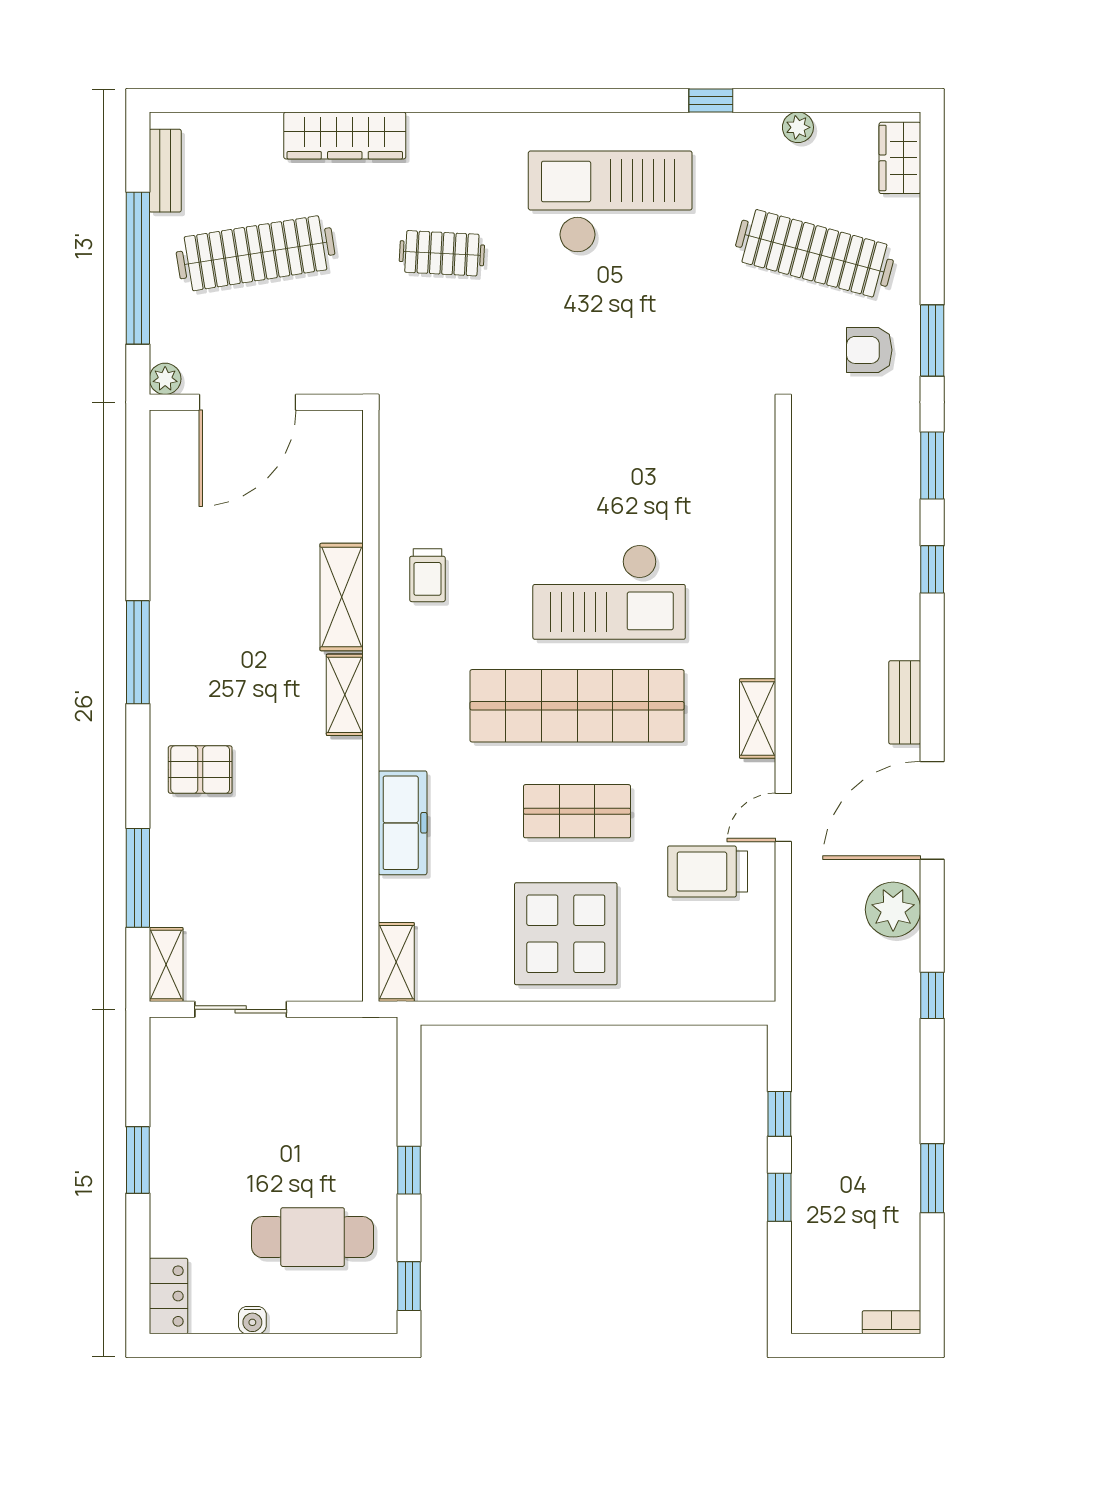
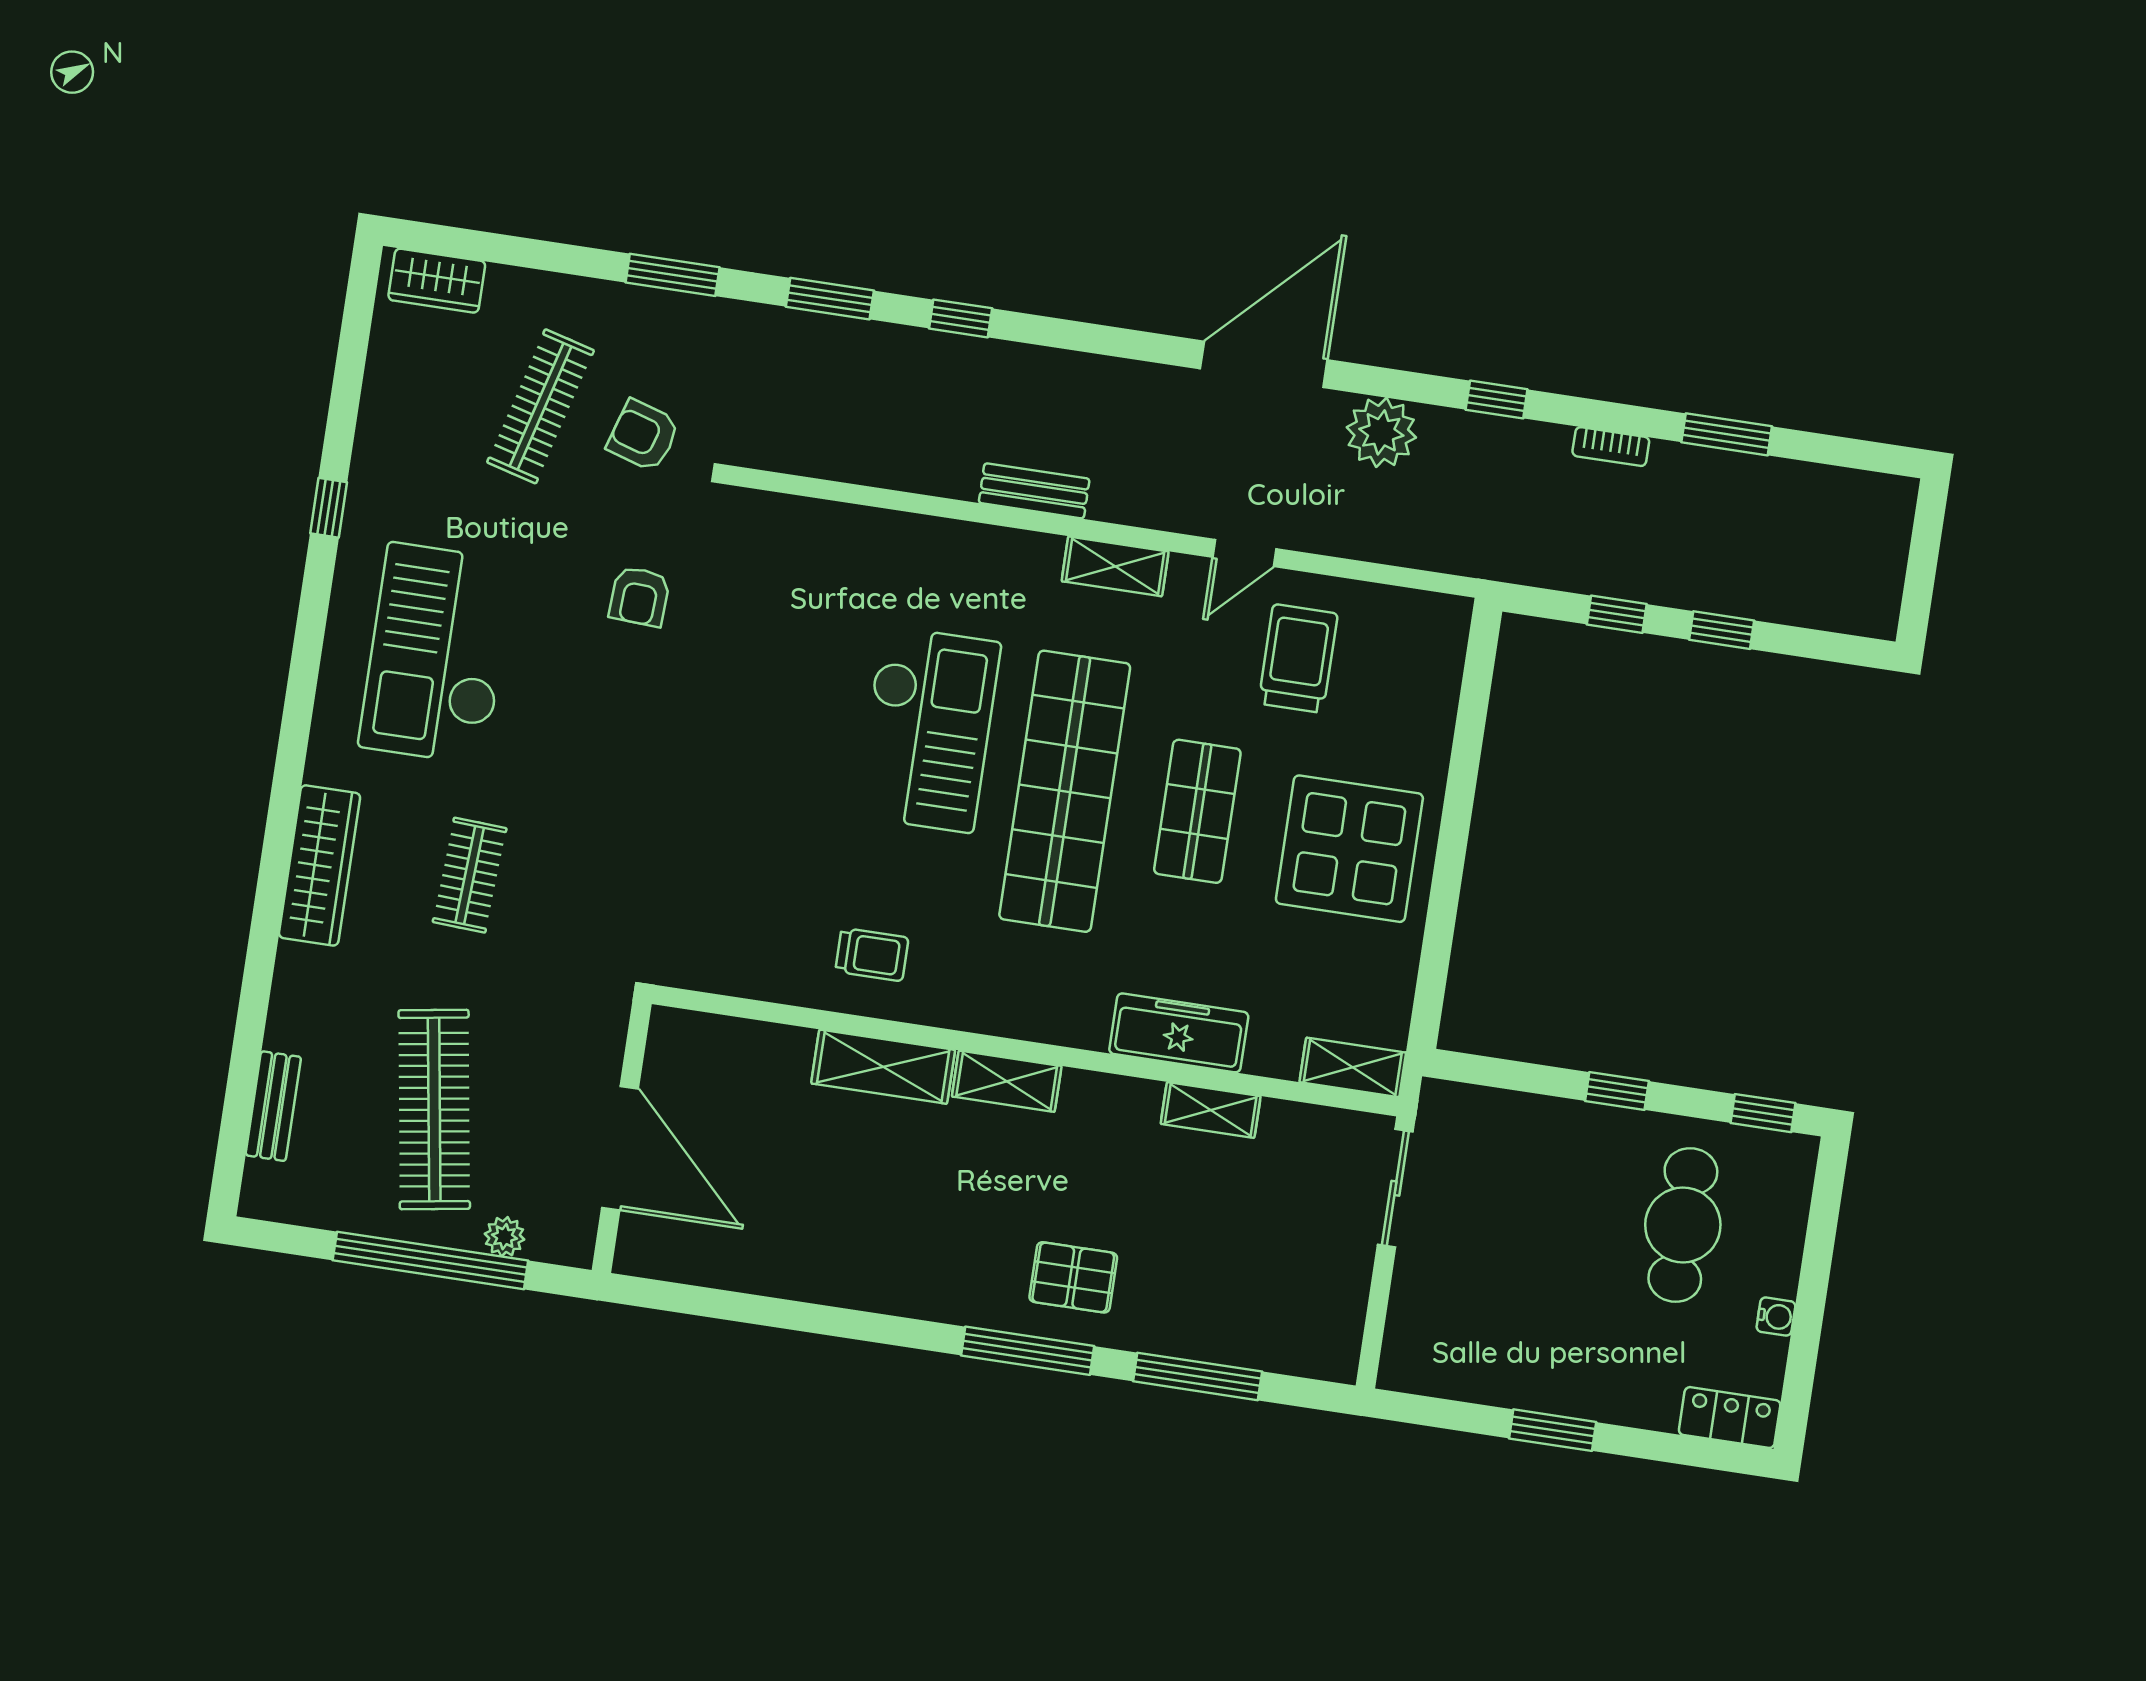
plant: (798, 127) -> (379, 403), removed
wardrobe: (345, 135) -> (320, 865), moved
bench: (165, 171) -> (273, 1106), moved, turned 90
clothes rail: (814, 253) -> (541, 406), width x0.73, depth x0.76
armchair: (869, 350) -> (643, 435), moved, turned 107
armchair: (678, 353) -> (640, 596), added
plant: (165, 379) -> (505, 1237), moved
window: (138, 652) -> (1028, 1351), moved
bench: (905, 702) -> (1034, 491), moved
pallet: (200, 770) -> (1073, 1277), turned 90
door: (932, 810) -> (1264, 364), swing flipped
door: (783, 817) -> (1244, 553), hinge flipped
trolley: (708, 871) -> (1298, 659), turned 180
shelving: (166, 965) -> (1211, 1110), moved
sliding door: (241, 1009) -> (1395, 1188), moved
bookcase: (891, 1322) -> (1611, 447), moved, turned -90

